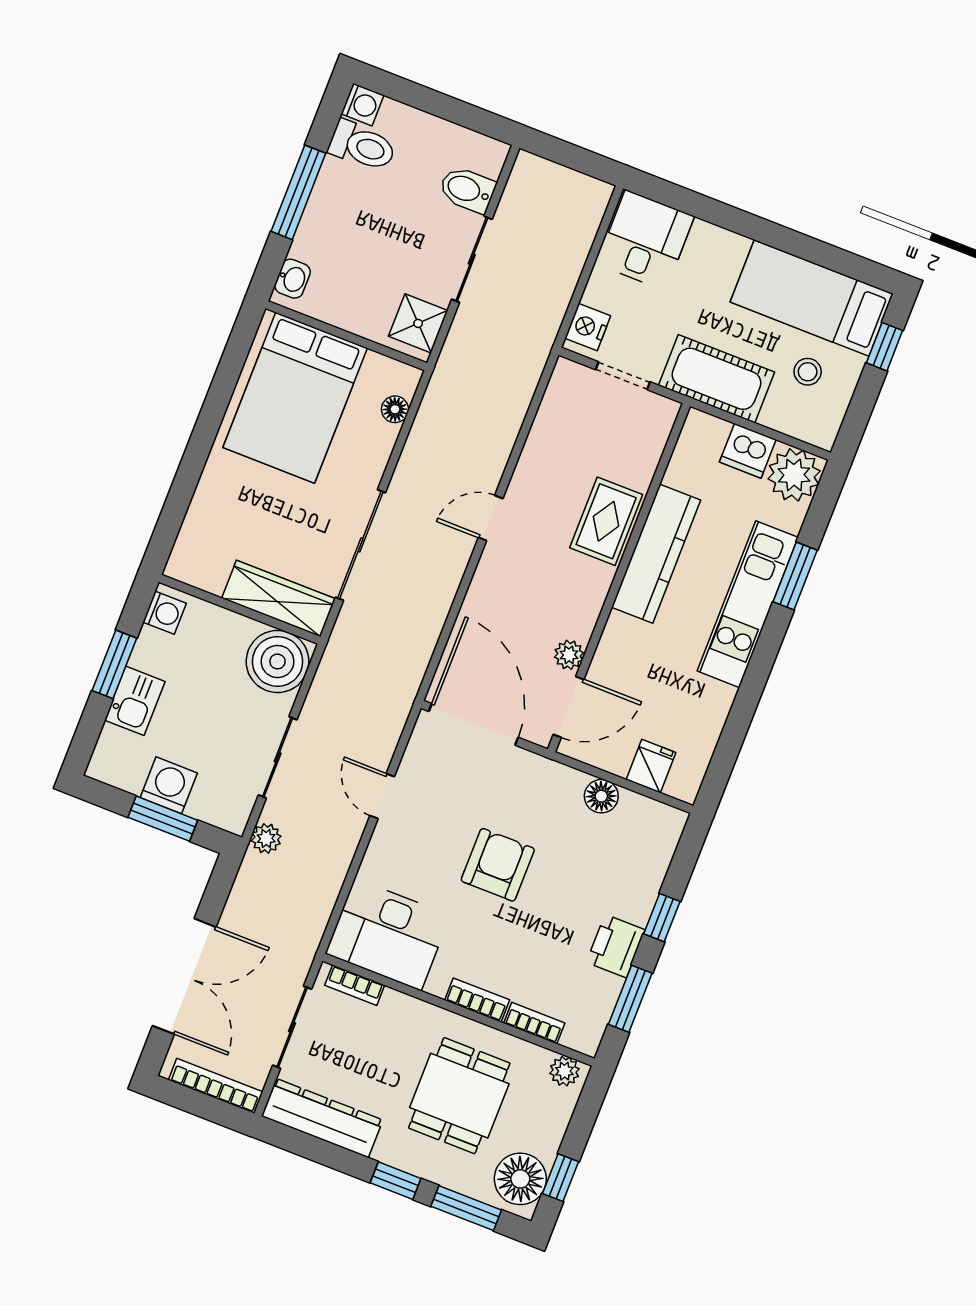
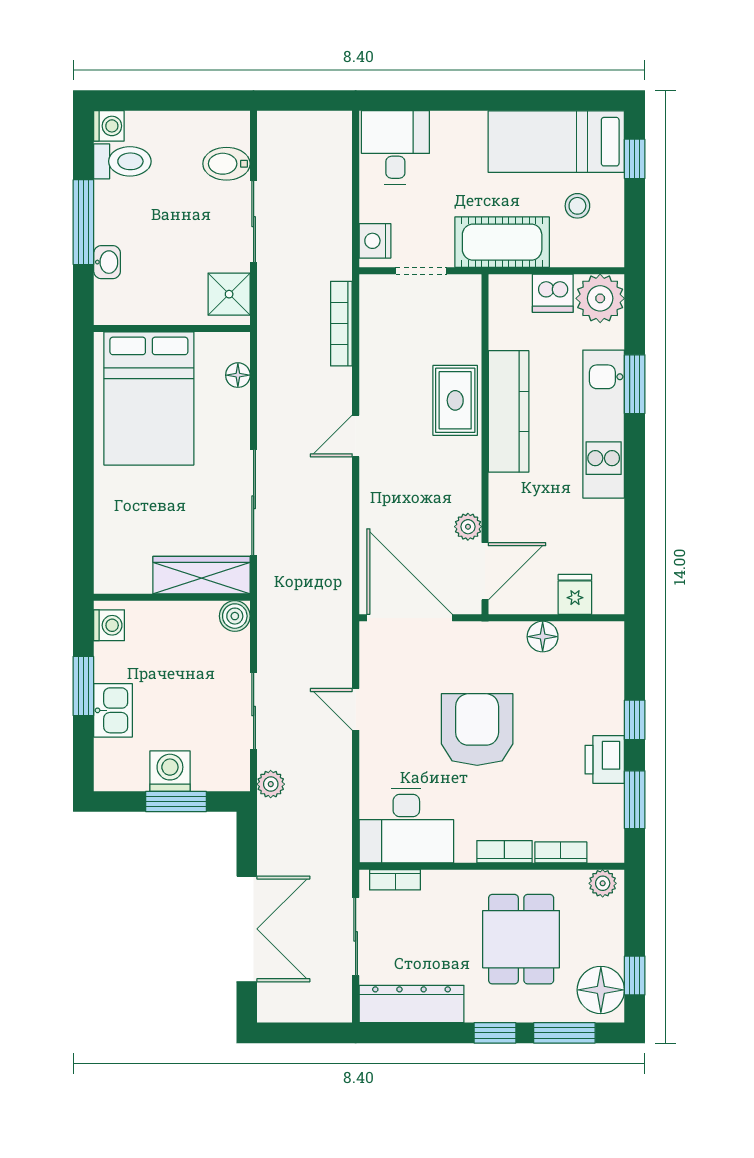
washbasin: (292, 279) -> (107, 262), moved
boiler: (278, 661) -> (235, 616), width x0.54, depth x0.54
armchair: (498, 865) -> (477, 729), width x1.36, depth x1.36
bookcase: (216, 1086) -> (341, 324), moved, turned -90

